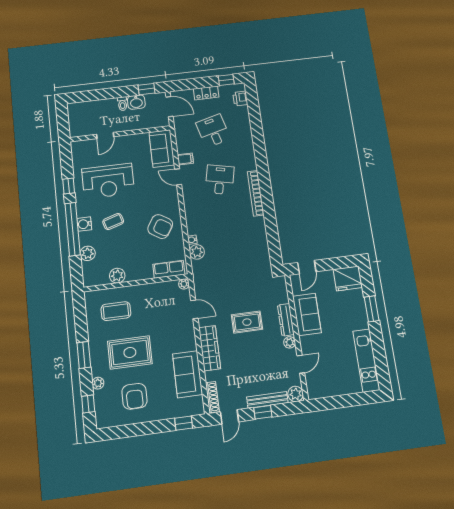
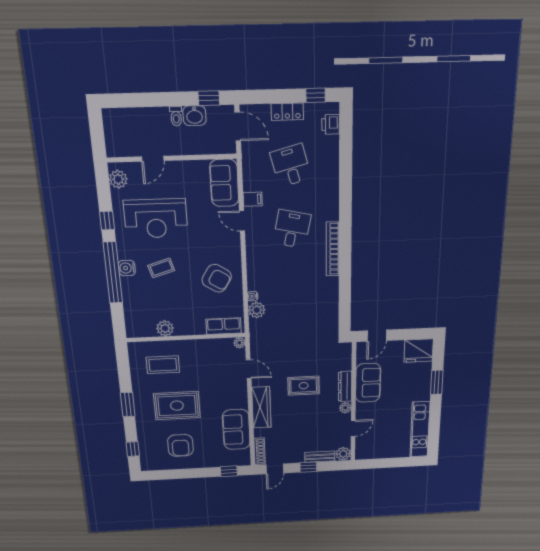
plant: (88, 253) -> (118, 179), moved
plant: (98, 383) -> (143, 431), removed
bench: (267, 400) -> (320, 457), width x0.73

